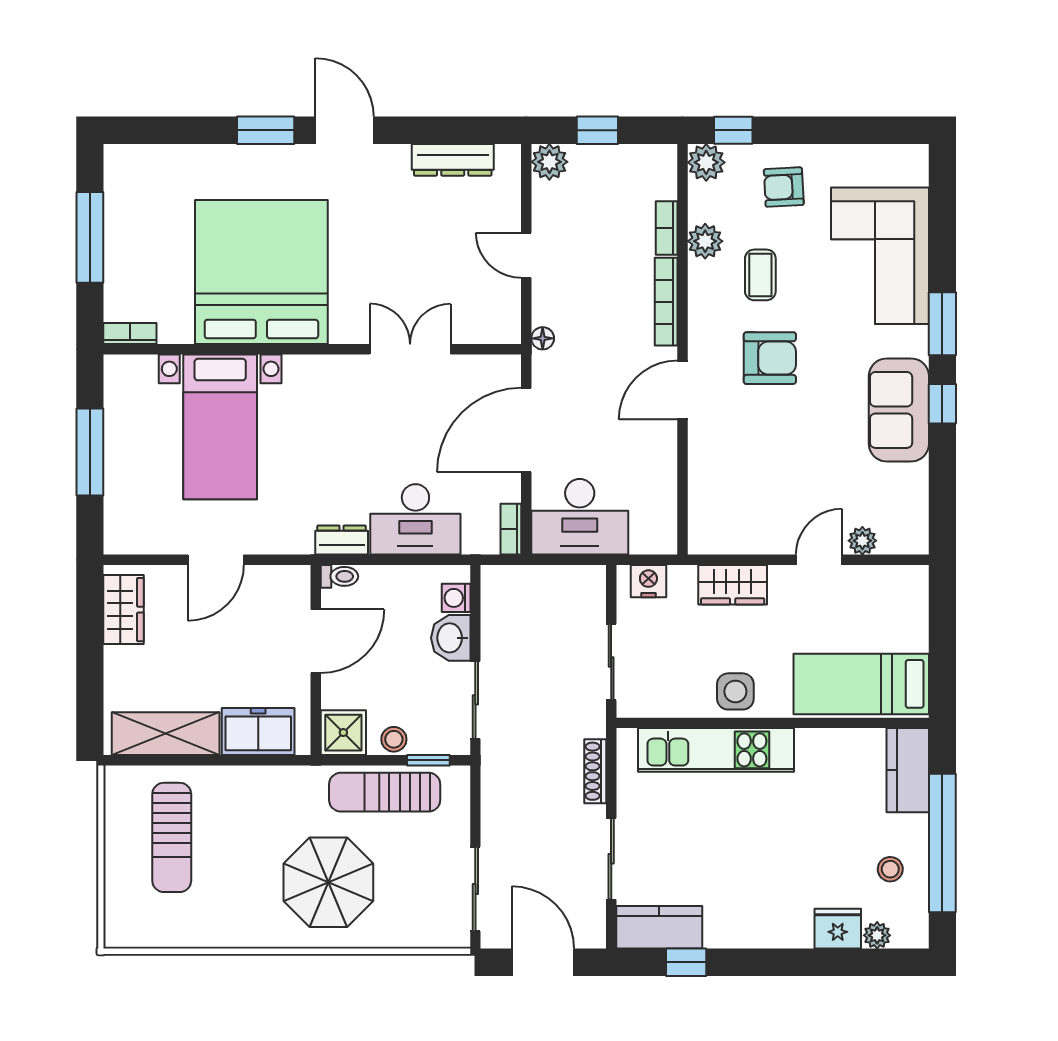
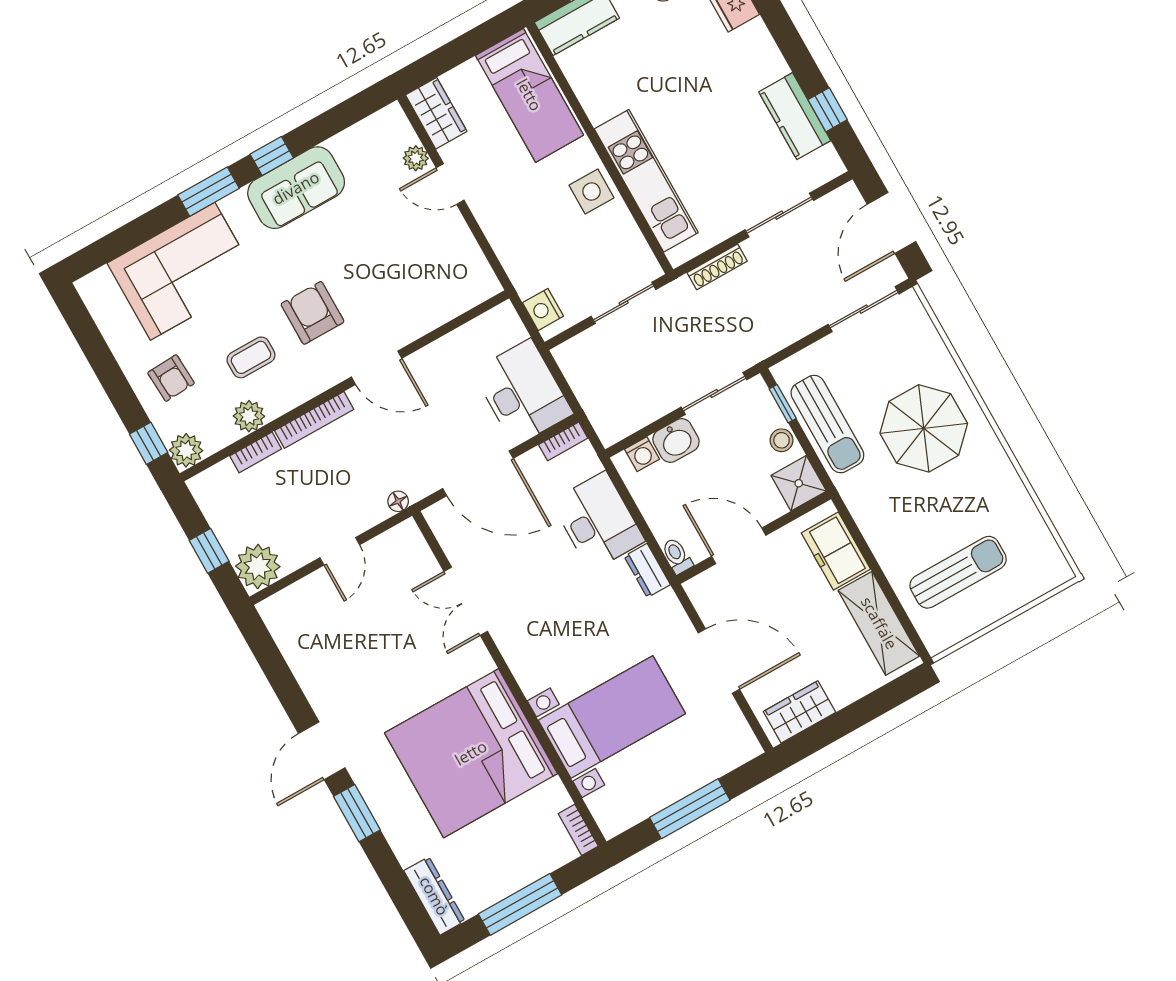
dresser: (453, 160) -> (434, 896), moved
plant: (549, 162) -> (258, 566), width x1.36, depth x1.36
door: (216, 560) -> (719, 661), width x1.36
wardrobe: (733, 585) -> (436, 113), moved
kitchen counter: (659, 927) -> (795, 116), moved

